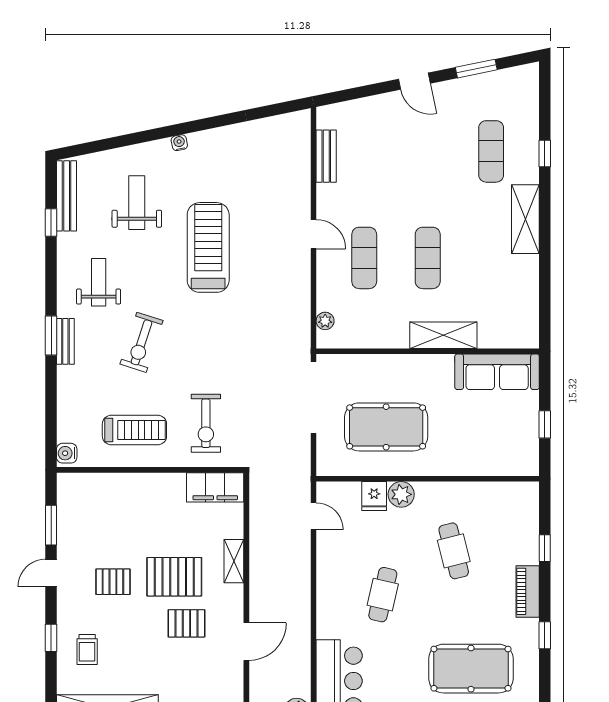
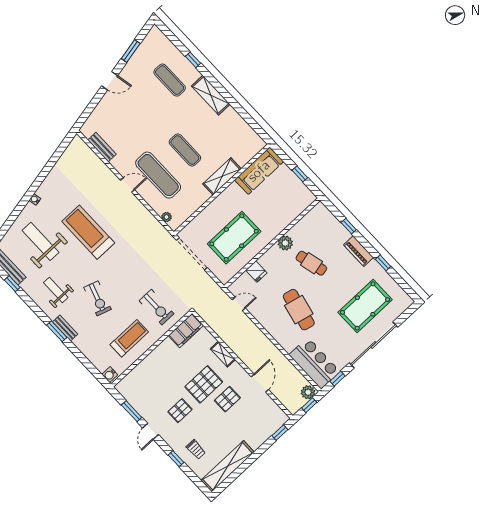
weight bench: (137, 203) -> (40, 241), width x1.36, depth x1.33
exercise mat: (364, 258) -> (158, 175), width x1.36, depth x1.45
plant: (401, 494) -> (285, 243), moved
cafe table: (383, 595) -> (299, 310), width x1.37, depth x1.35

